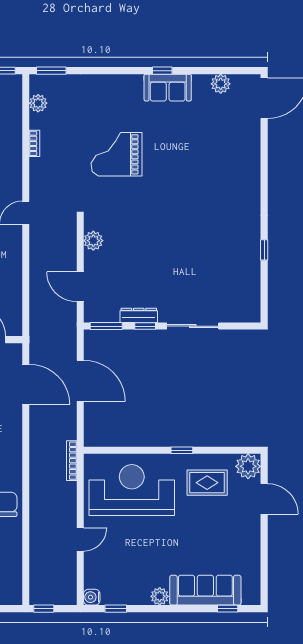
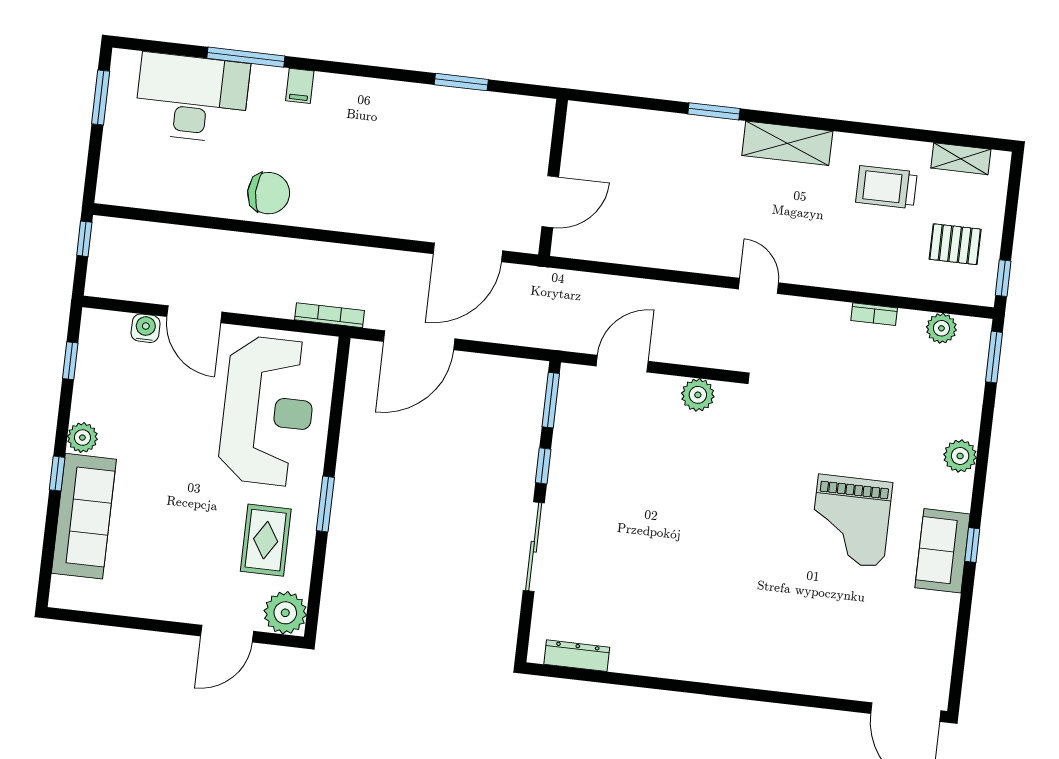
plant: (221, 84) -> (960, 456), moved
grand piano: (117, 154) -> (851, 521), moved, turned 180
window: (264, 250) -> (649, 682), removed
dresser: (139, 315) -> (577, 656), moved, turned -90
door: (80, 381) -> (419, 340), moved
window: (182, 450) -> (325, 504), width x1.50
door: (80, 539) -> (194, 314), width x1.38
water cooler: (92, 597) -> (146, 328), moved
window: (228, 609) -> (57, 474), moved

